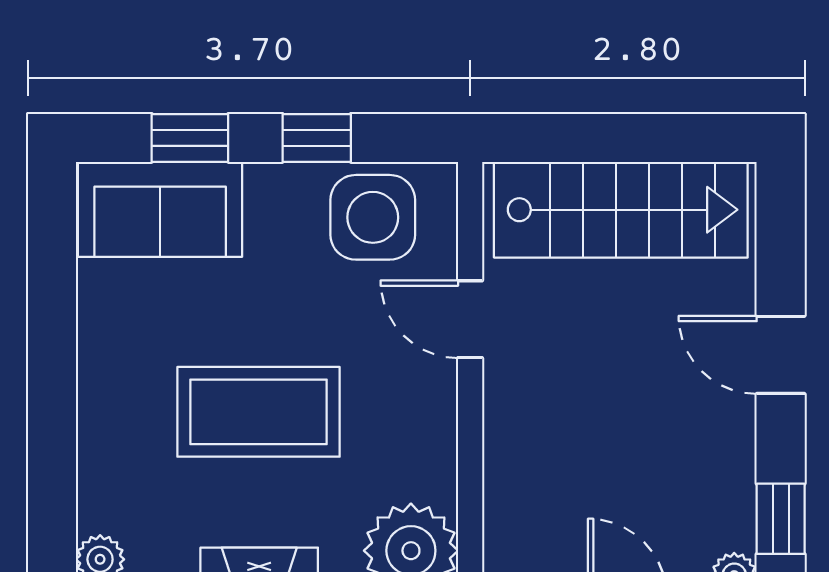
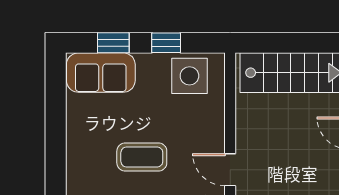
door: (470, 319) -> (230, 170), moved
coffee table: (259, 412) -> (142, 157), width x0.73, depth x0.76

